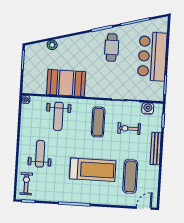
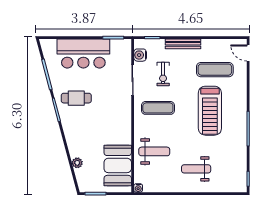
booth: (66, 83) -> (118, 165), moved
treadmill: (93, 170) -> (210, 111), turned 180
exercise bike: (26, 184) -> (229, 182), removed

